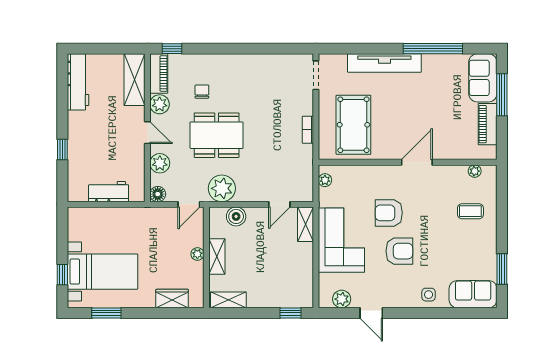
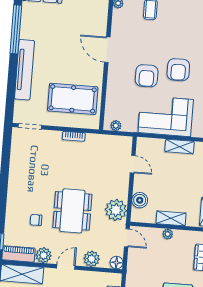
shelving: (305, 224) -> (180, 147), moved
armchair: (399, 251) -> (178, 70), turned 180

